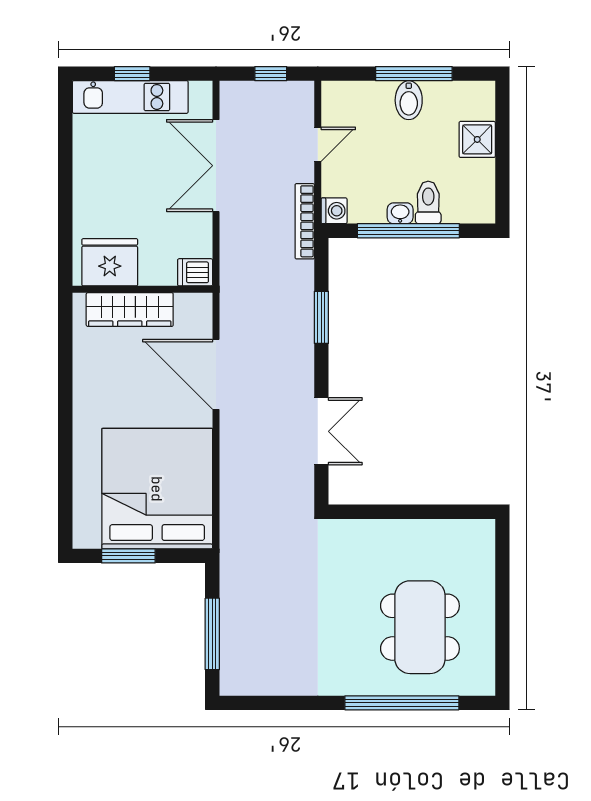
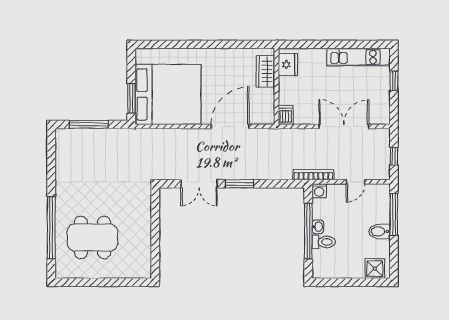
window: (414, 74) -> (394, 214), moved
kitchen unit: (130, 97) -> (359, 57), moved, turned -90
shower: (477, 139) -> (375, 269), moved
door: (318, 144) -> (355, 182), hinge flipped
fridge: (110, 262) -> (288, 65), width x0.73, depth x0.75
wardrobe: (130, 310) -> (265, 72), width x0.67
window: (321, 317) -> (240, 184), moved
window: (128, 556) -> (131, 98), moved

